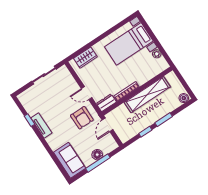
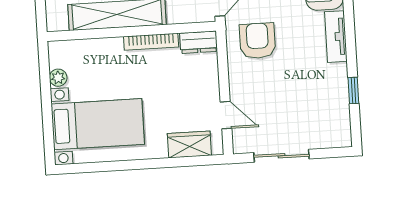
door: (87, 93) -> (226, 115), moved
tv unit: (41, 126) -> (336, 37), moved

